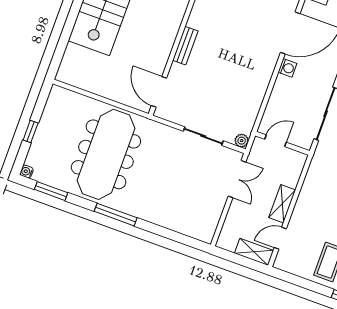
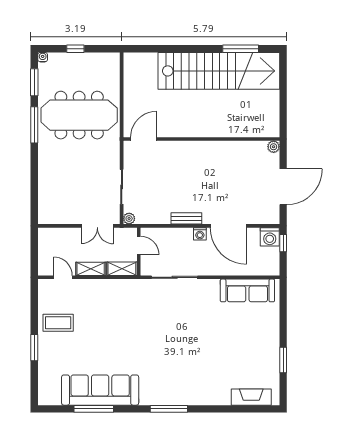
bench: (185, 46) -> (186, 218), moved
window: (116, 215) -> (34, 125), moved
shelving: (254, 252) -> (122, 269), moved, turned 90

